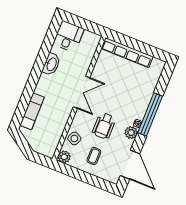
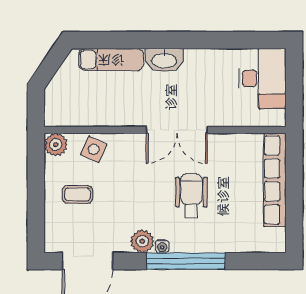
desk: (68, 36) -> (262, 78), width x1.37
washbasin: (51, 64) -> (164, 60), moved
wheelchair: (104, 126) -> (191, 196), moved, turned 90

